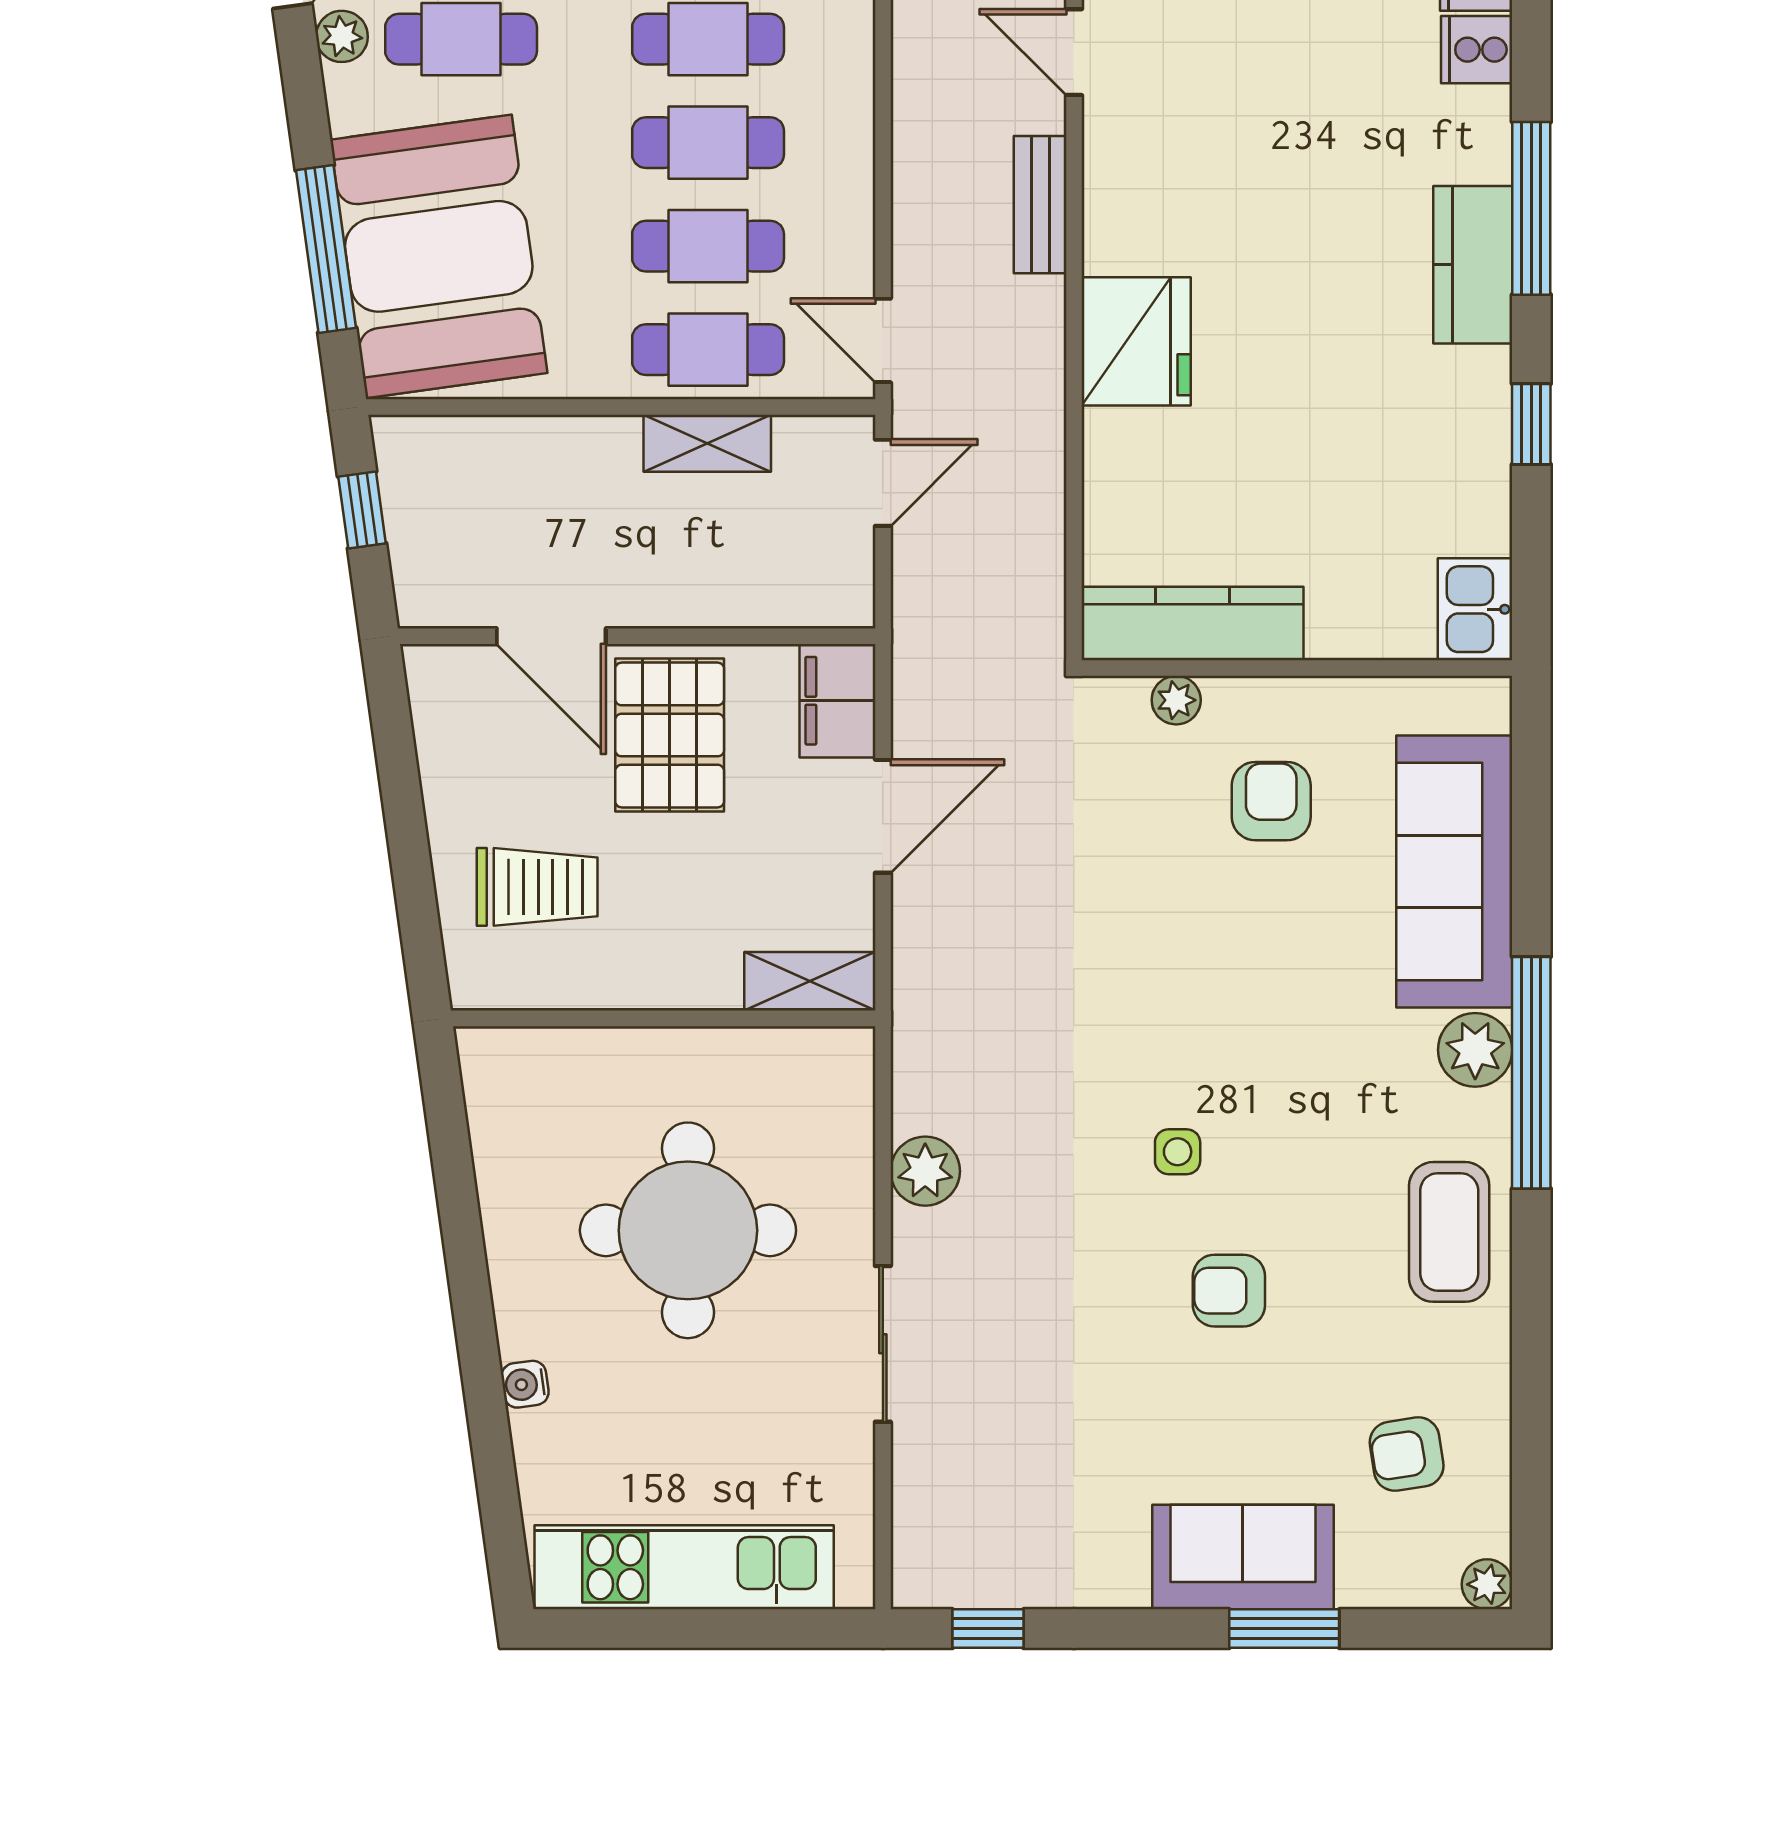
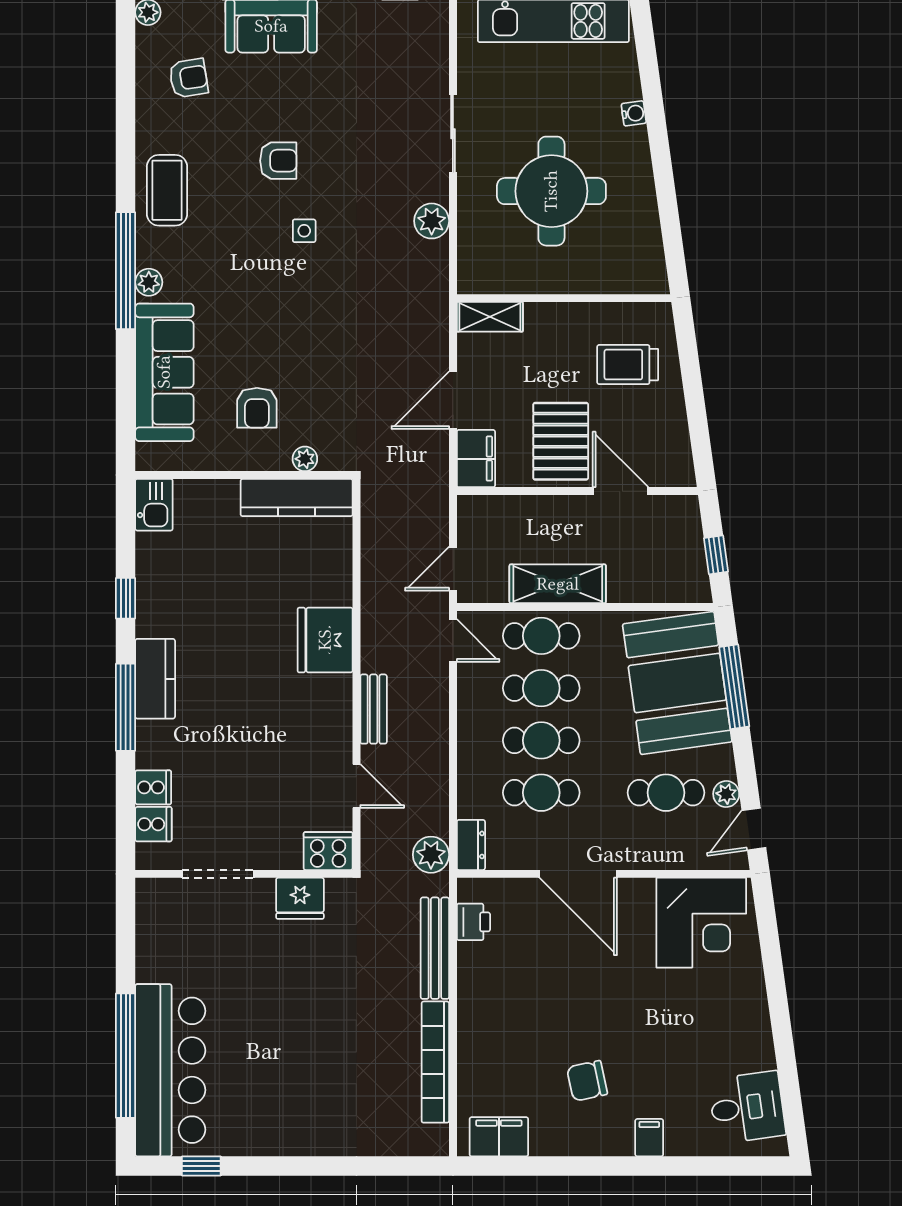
shelving: (707, 443) -> (558, 584), width x1.50, depth x1.33
plant: (1475, 1050) -> (149, 282), width x0.73, depth x0.73

